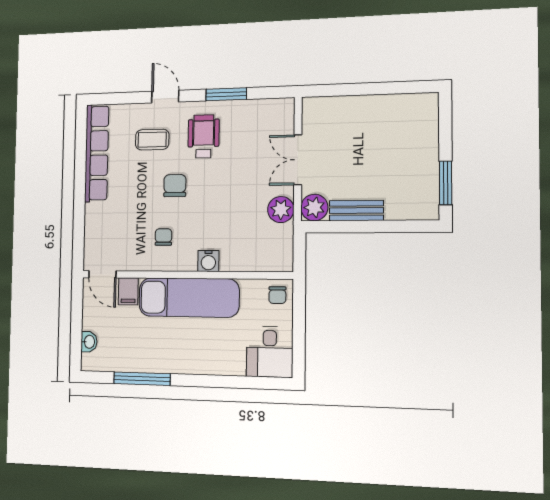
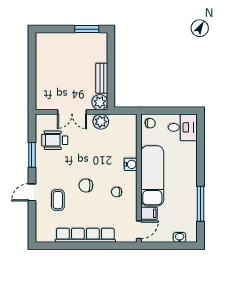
wheelchair: (204, 136) -> (55, 140), moved
row of seats: (97, 153) -> (85, 235), moved

